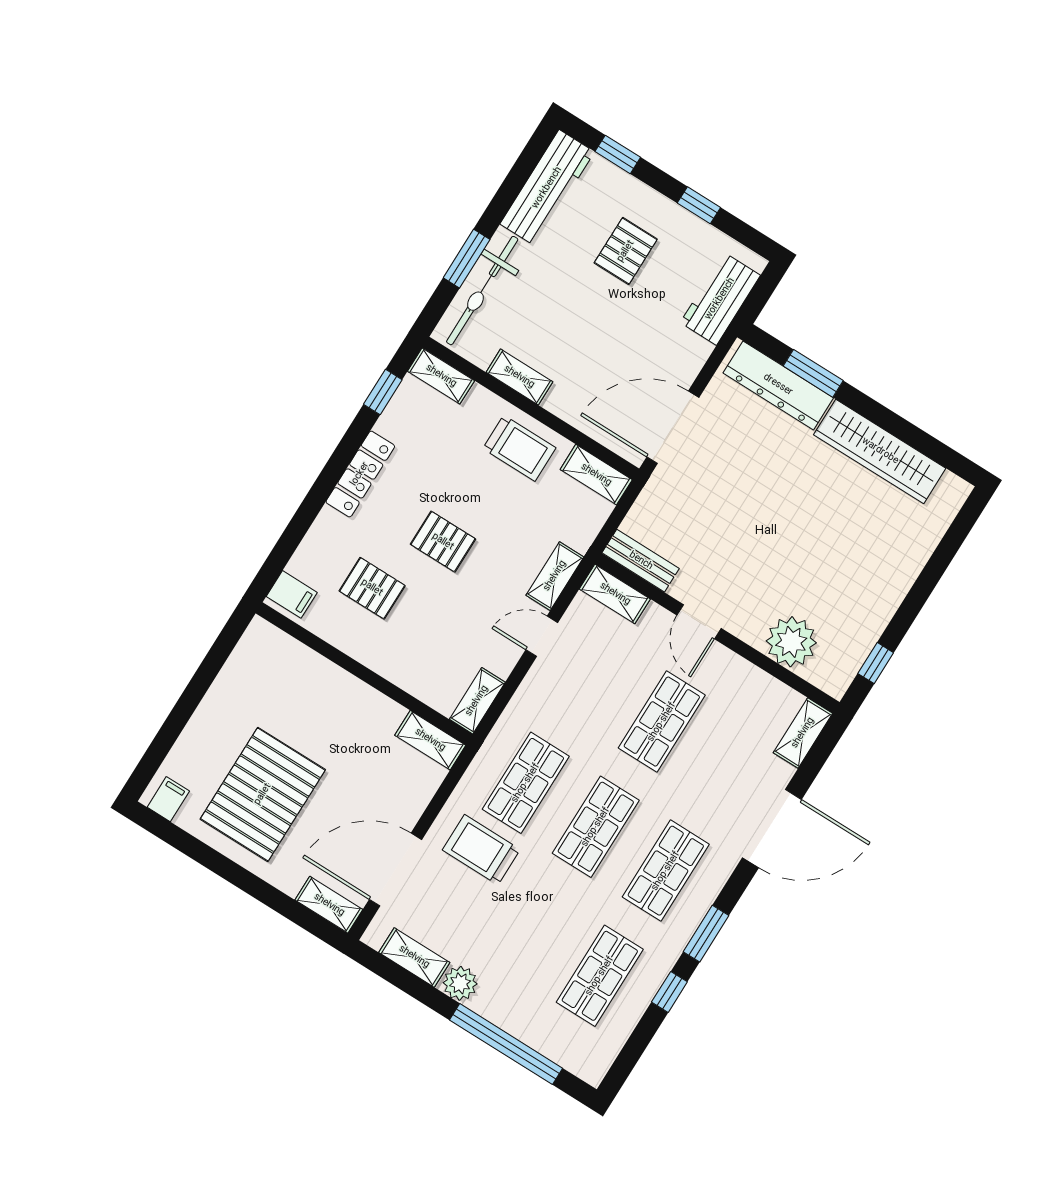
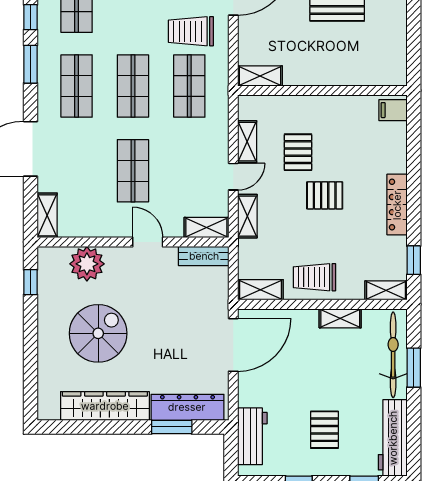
spiral stairs: (832, 547) -> (98, 333), added
pallet: (372, 588) -> (298, 152), moved, turned 90
shelving: (477, 701) -> (247, 142), moved
trolley: (481, 850) -> (191, 31), turned 180

